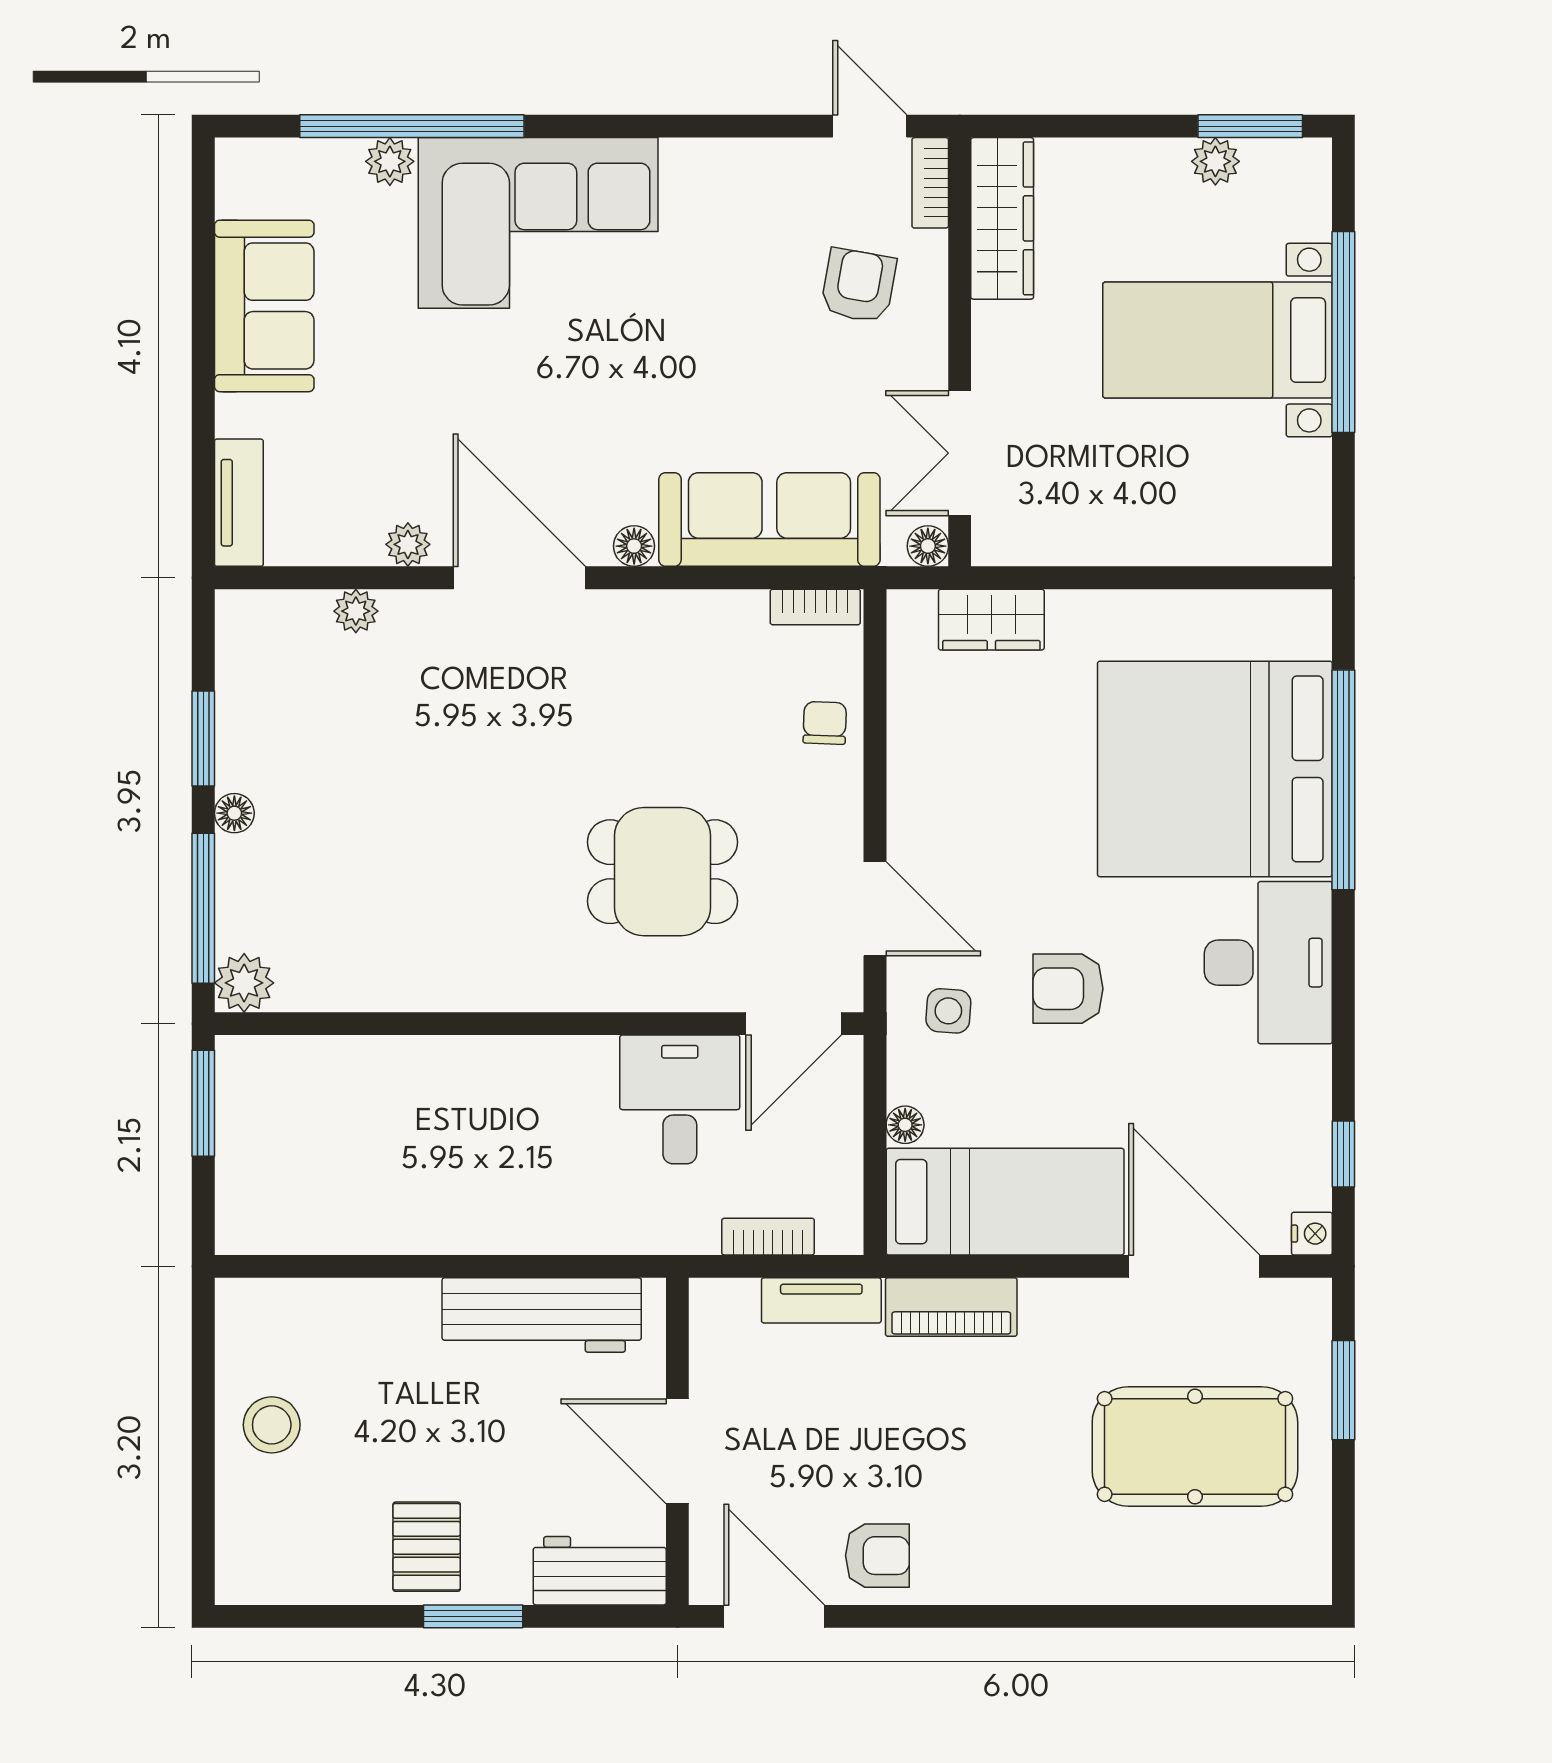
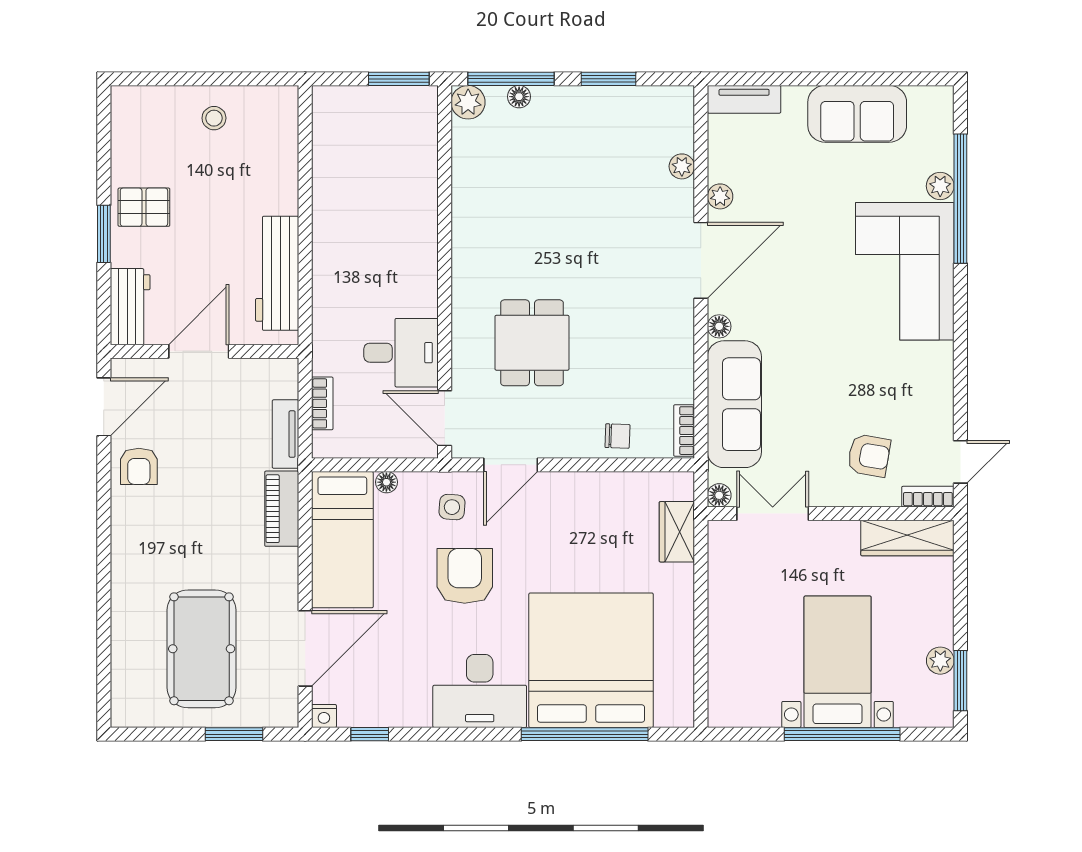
floor lamp: (234, 813) -> (519, 97), moved
armchair: (1068, 989) -> (465, 576), width x1.38, depth x1.38
stool: (272, 1425) -> (214, 118), width x0.73, depth x0.73

